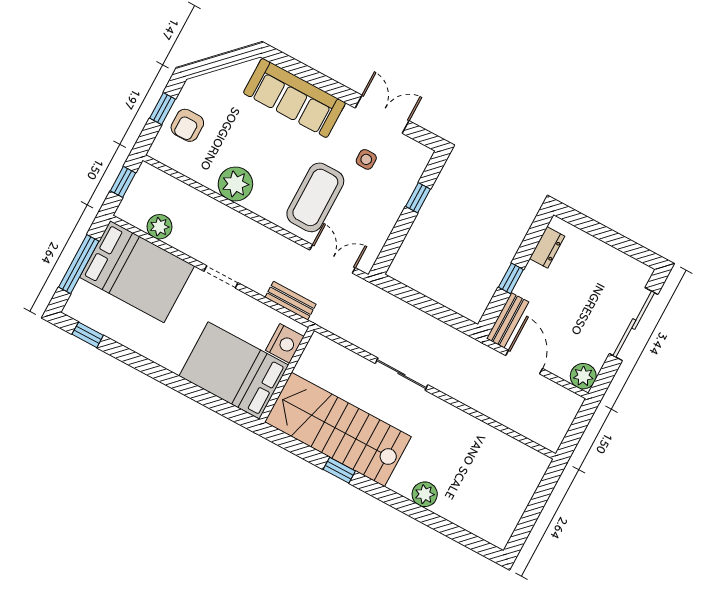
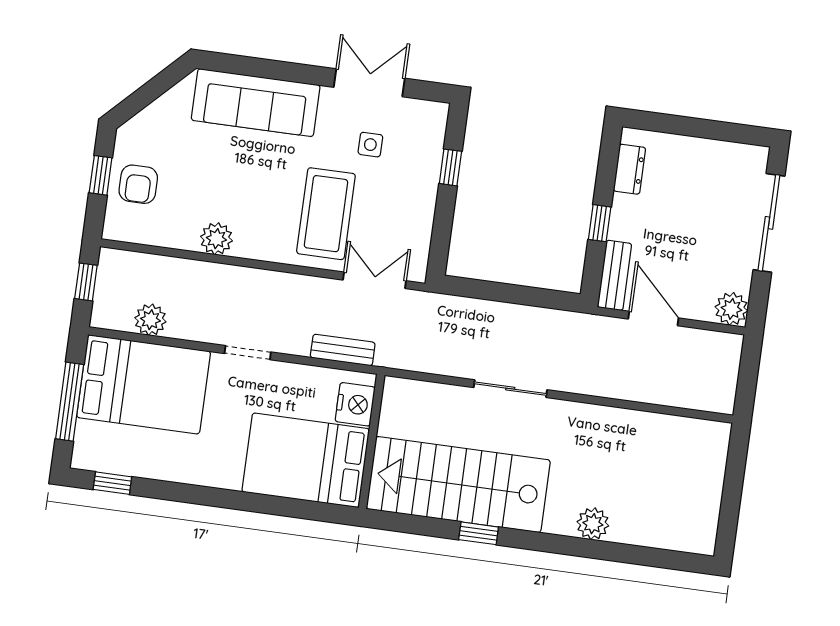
plant: (235, 184) -> (216, 239), width x0.73, depth x0.73

